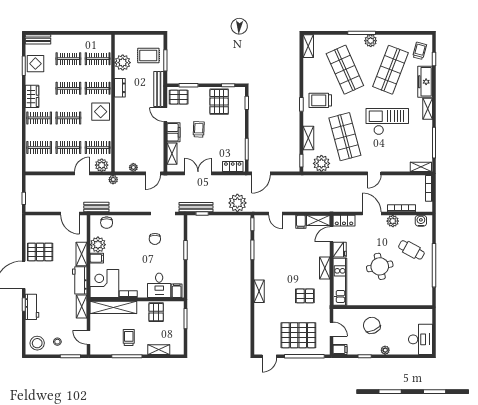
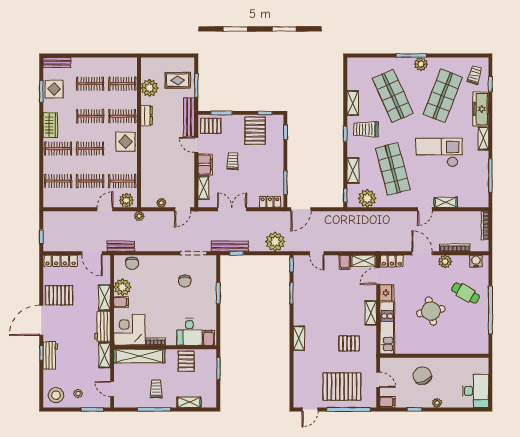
shelving: (308, 46) -> (353, 103), moved
shelving: (421, 167) -> (446, 202), moved
locker: (41, 220) -> (61, 261), added

